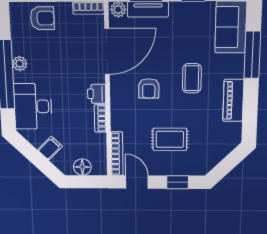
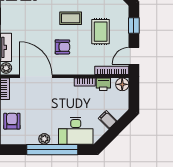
coffee table: (192, 78) -> (71, 18), moved
printer: (97, 94) -> (103, 84), moved
floor lamp: (82, 167) -> (122, 84), moved

